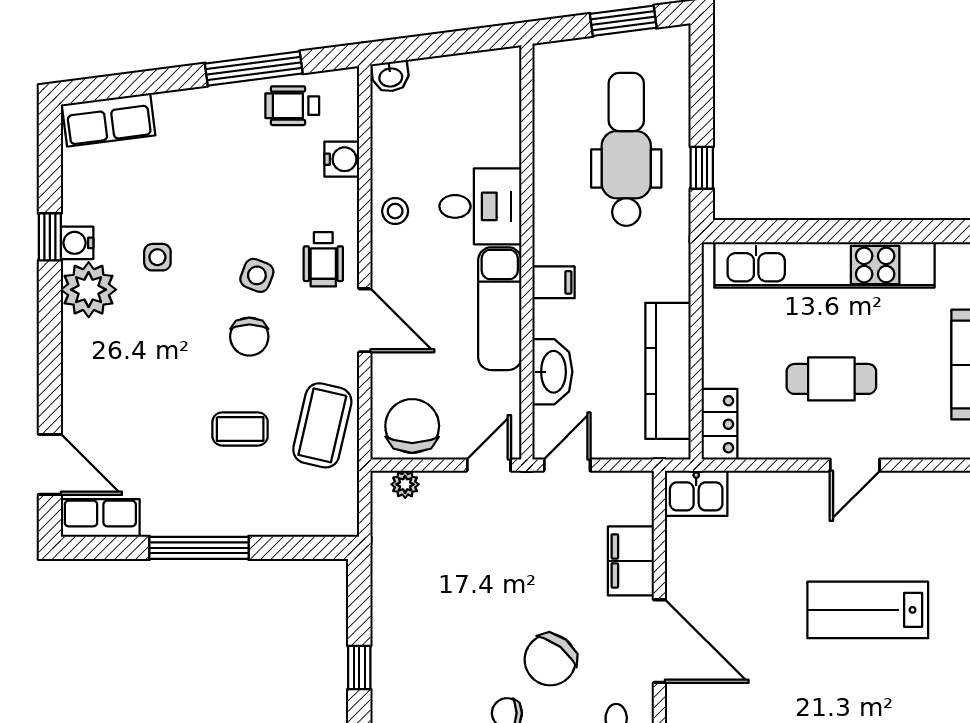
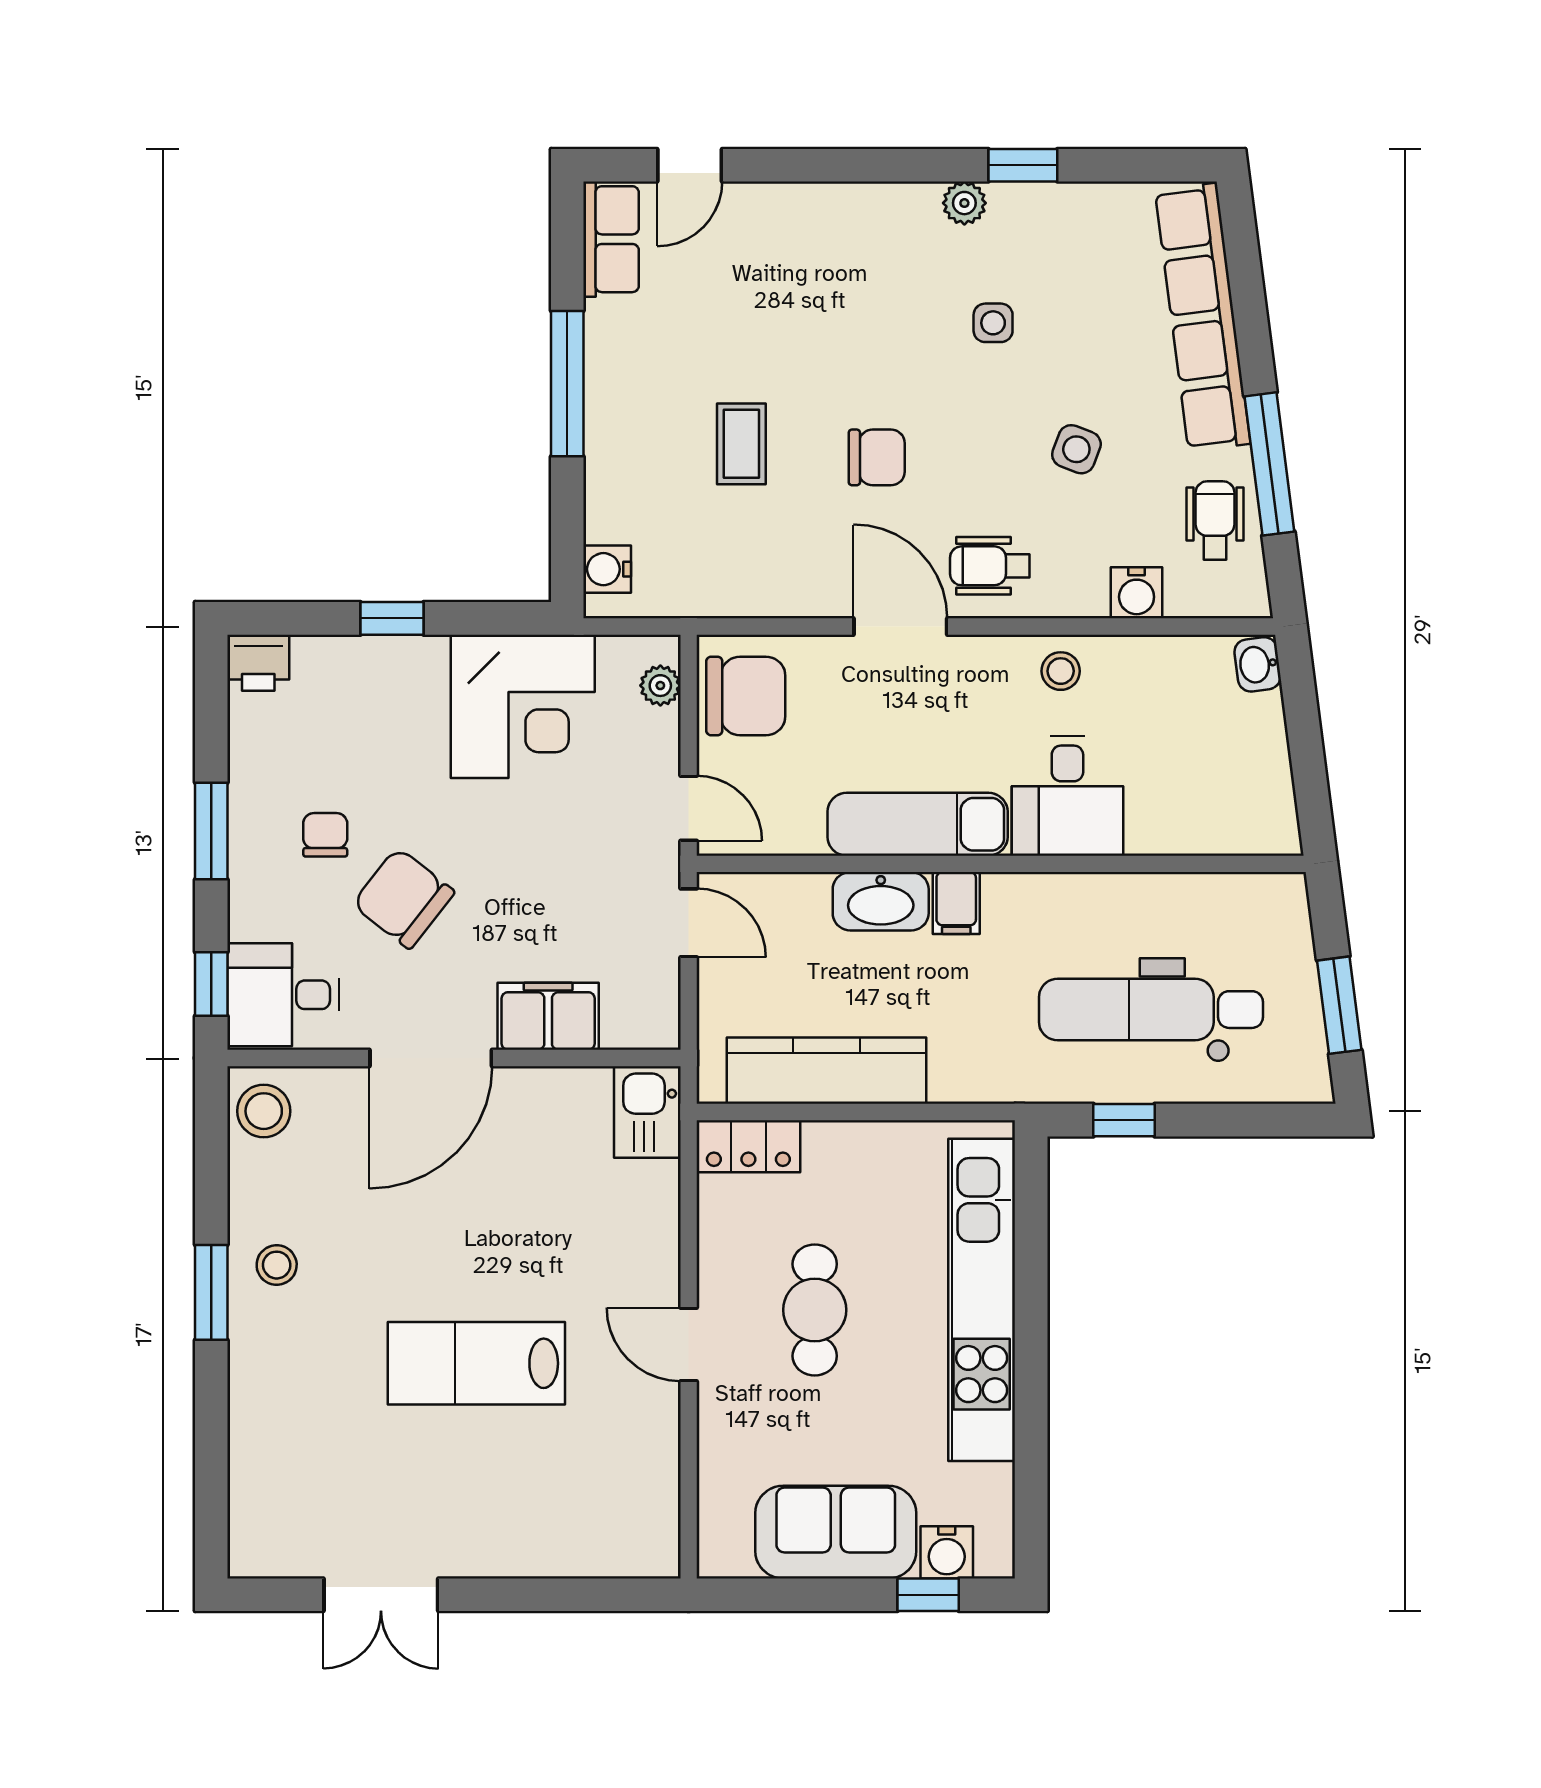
row of seats: (109, 120) -> (1203, 317), width x2.02
dental chair: (626, 149) -> (1151, 1010), turned 180
water cooler: (77, 243) -> (607, 569), moved, turned -90
side table: (257, 275) -> (1076, 449), moved
plant: (89, 290) -> (964, 203), width x0.53, depth x0.53
door: (365, 320) -> (900, 626), swing flipped
chair: (249, 337) -> (877, 457), turned 180
washbasin: (552, 372) -> (881, 901), moved
coffee table: (322, 425) -> (747, 564), removed
door: (50, 464) -> (690, 165), width x0.73
corner desk: (419, 578) -> (523, 706), added
lab bench: (868, 610) -> (476, 1363), turned -90

